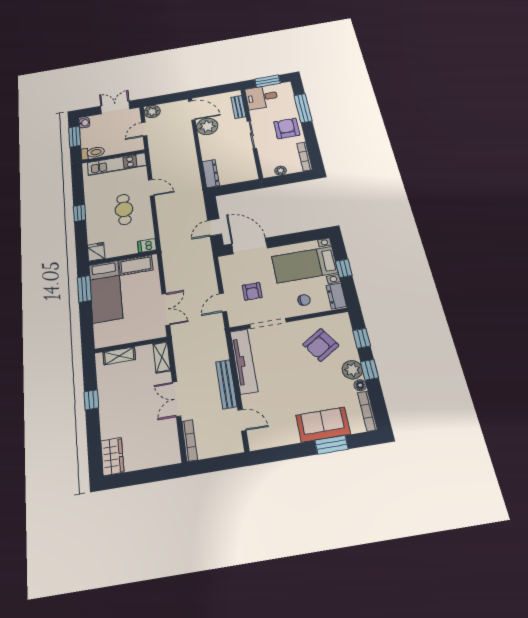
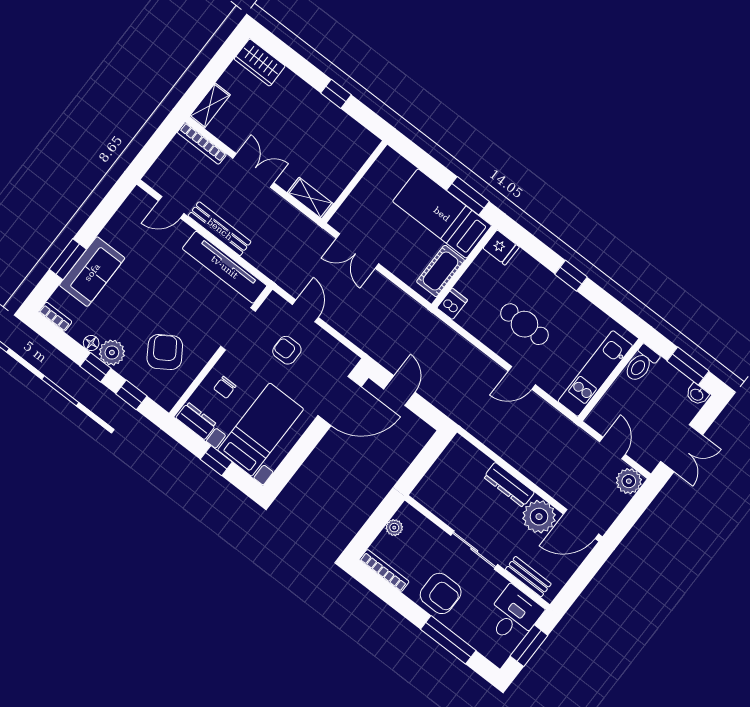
dresser: (211, 174) -> (509, 485), moved
shelving: (119, 356) -> (210, 106), moved
bookcase: (367, 411) -> (55, 317), width x0.64

